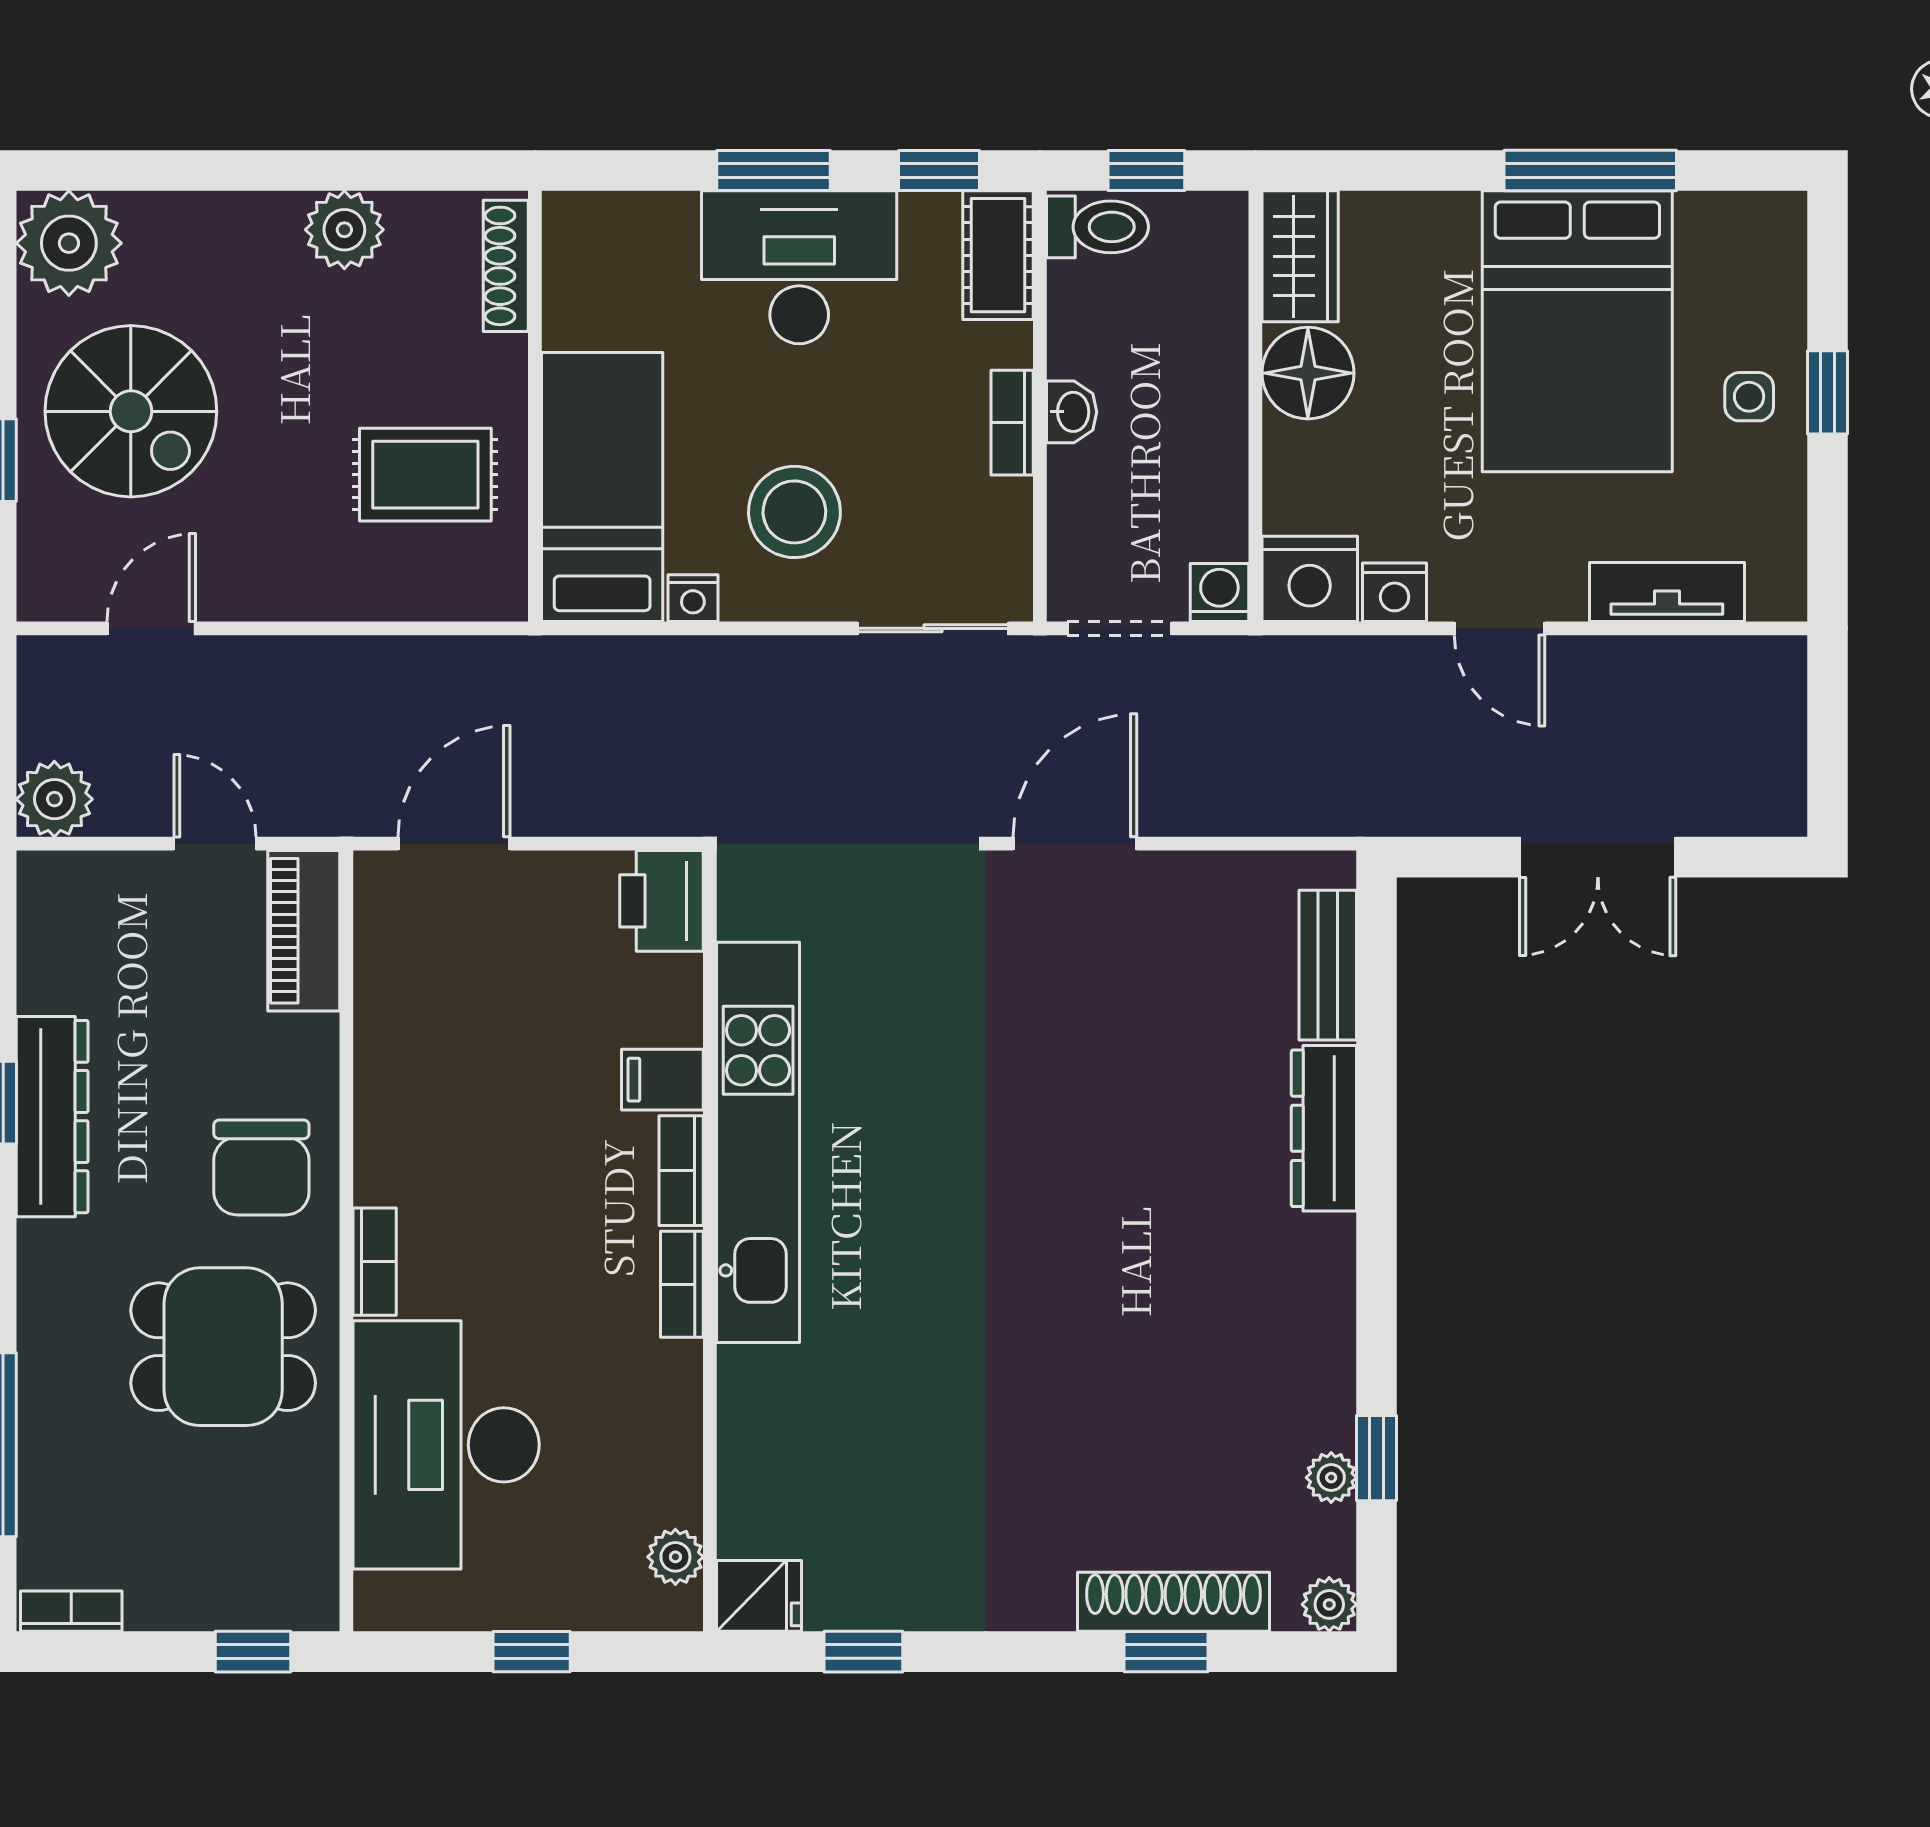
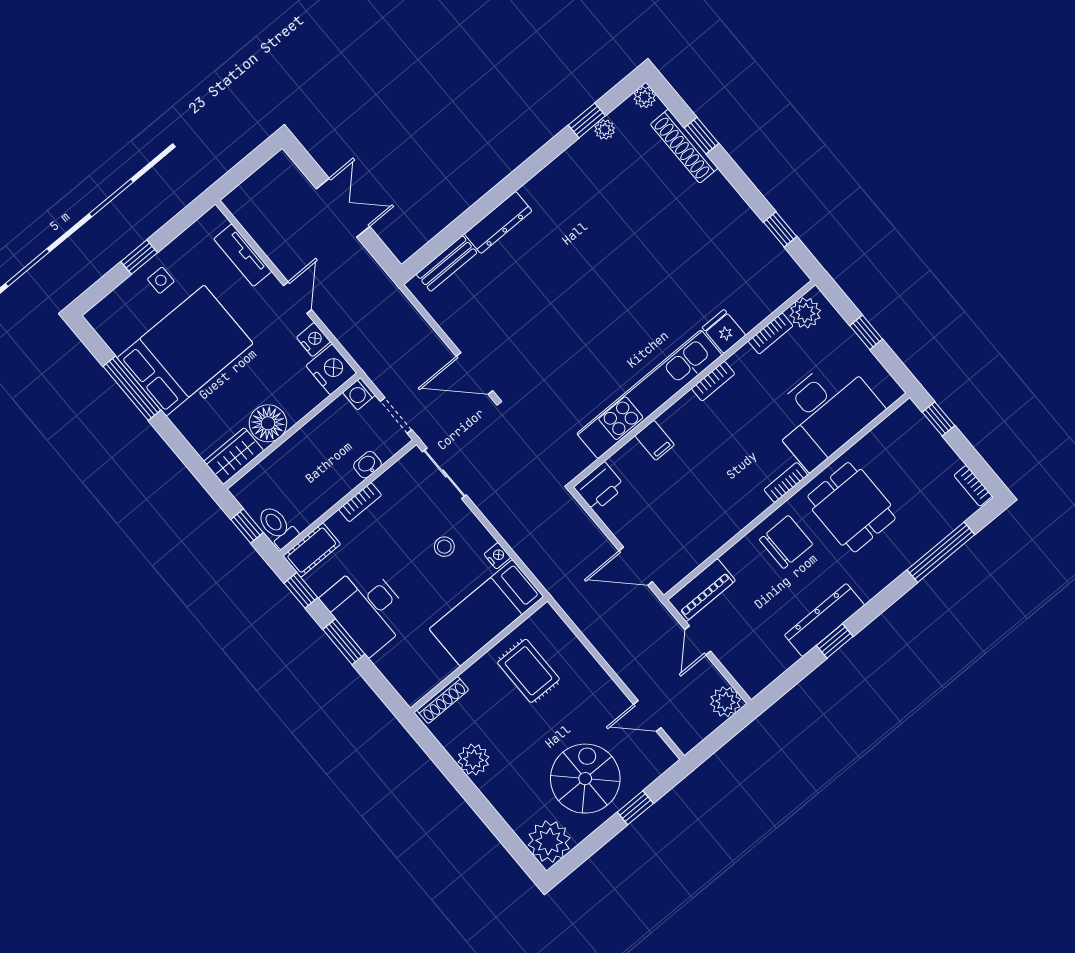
washbasin: (1072, 412) -> (367, 465), moved
stool: (794, 512) -> (444, 547), width x0.53, depth x0.53
bookcase: (681, 1171) -> (771, 333), moved
plant: (675, 1557) -> (805, 313), width x1.38, depth x1.38
fridge: (759, 1596) -> (724, 331), moved

